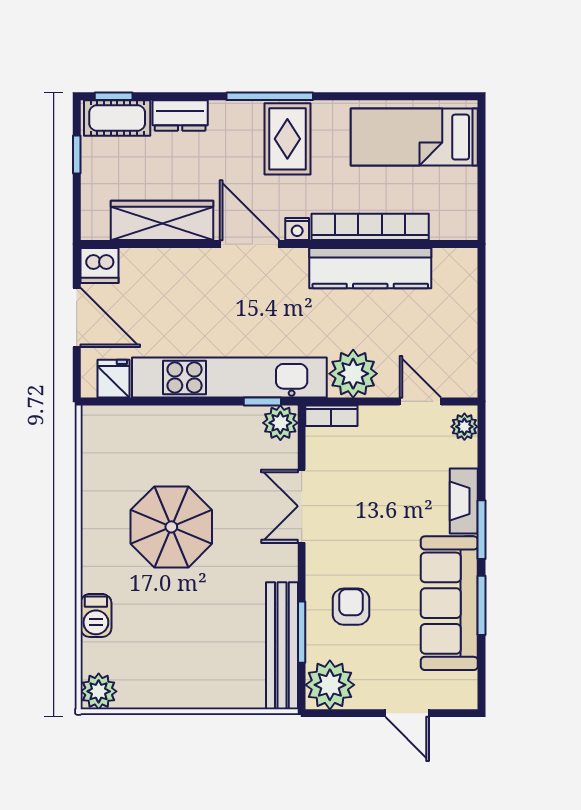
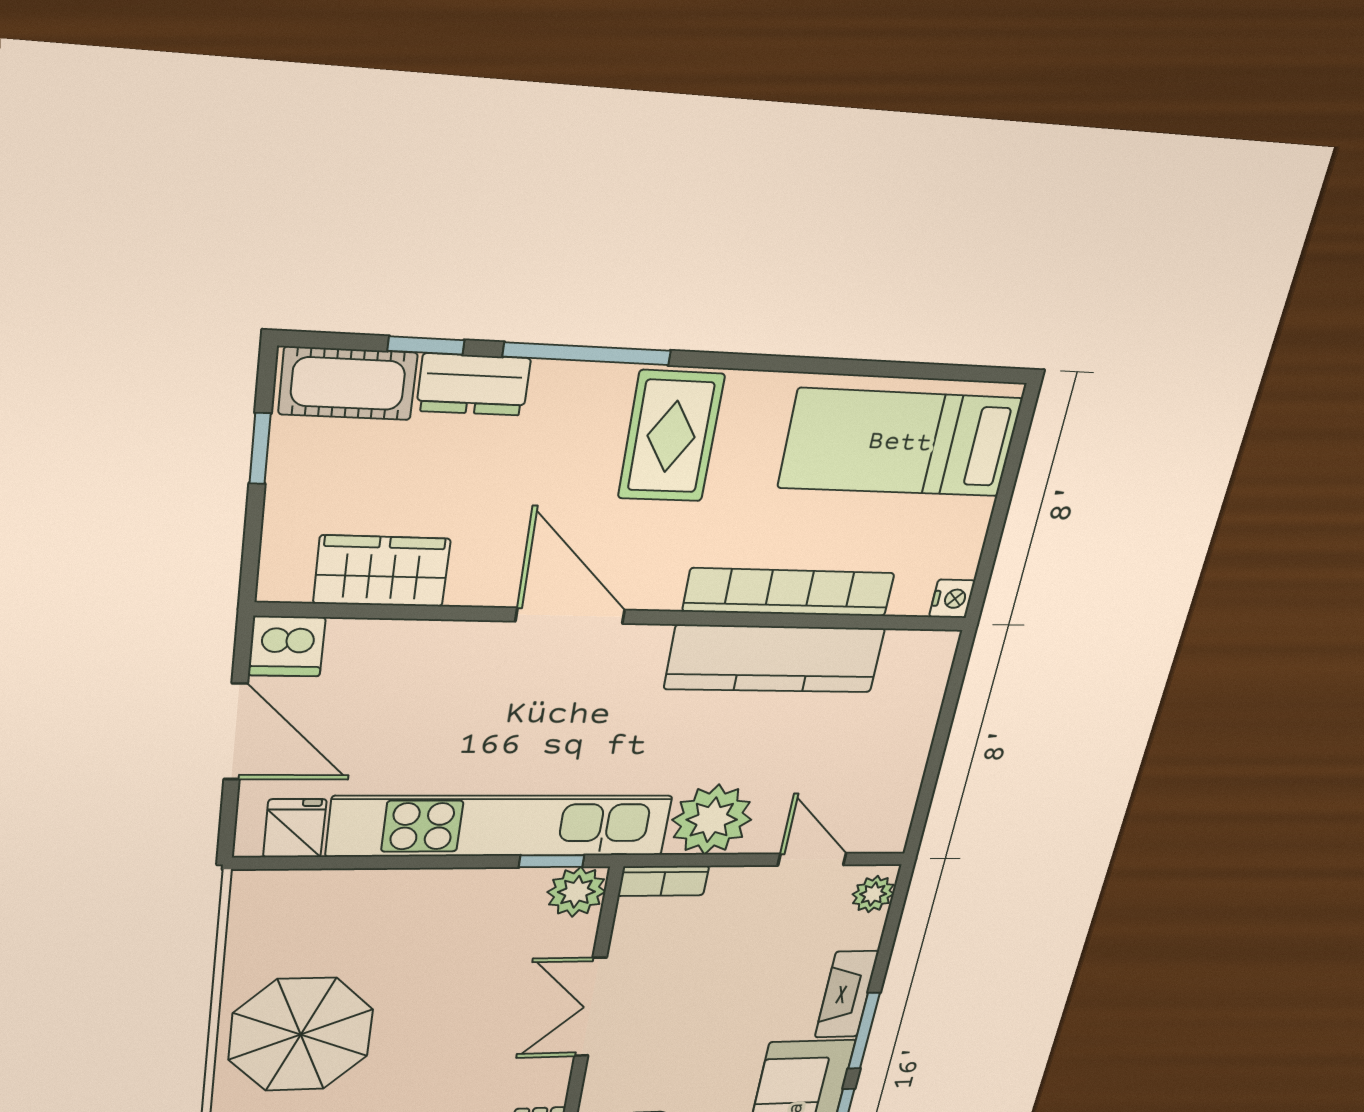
window: (114, 96) -> (426, 345), moved
window: (270, 96) -> (587, 354), moved
wardrobe: (162, 220) -> (382, 571), width x0.67
nightstand: (297, 229) -> (952, 599), moved, turned -90
parasol: (171, 527) -> (301, 1035), moved

